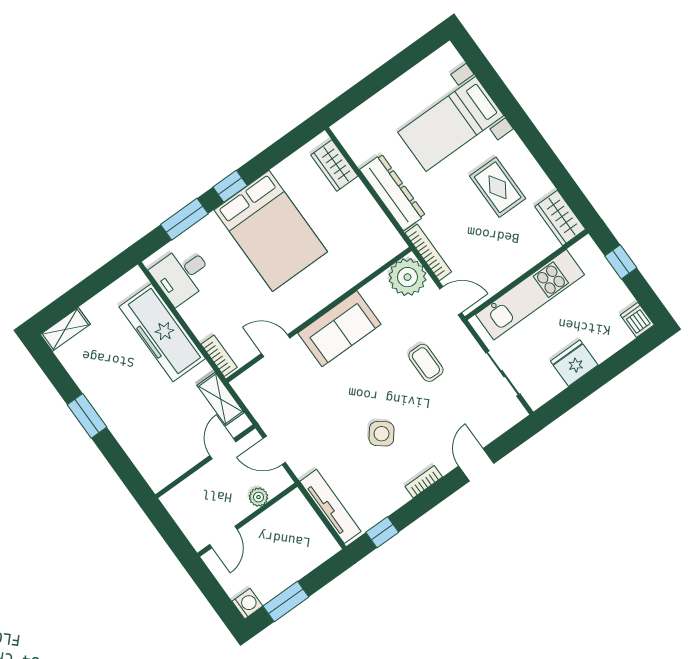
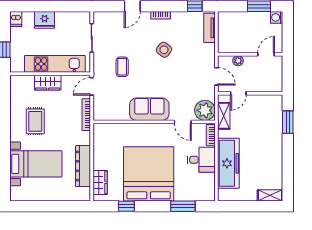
window: (230, 186) -> (126, 206), moved
dresser: (392, 192) -> (83, 166), moved
wardrobe: (560, 218) -> (48, 83), moved, turned 90
bed: (271, 231) -> (149, 174), width x1.36
desk: (182, 274) -> (201, 160), moved
plant: (407, 277) -> (205, 110), moved
door: (451, 301) -> (92, 86), hinge flipped
fridge: (574, 363) -> (45, 20), moved
window: (87, 416) -> (288, 122), moved
tv unit: (330, 506) -> (209, 28), width x0.71

